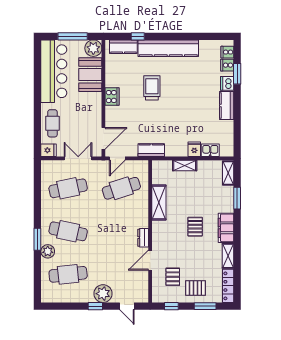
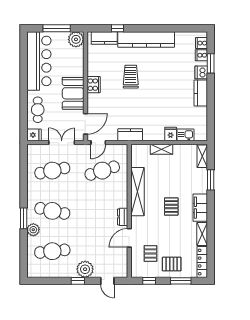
booth: (90, 75) -> (73, 93), moved
shelving: (159, 203) -> (137, 192), width x1.47

